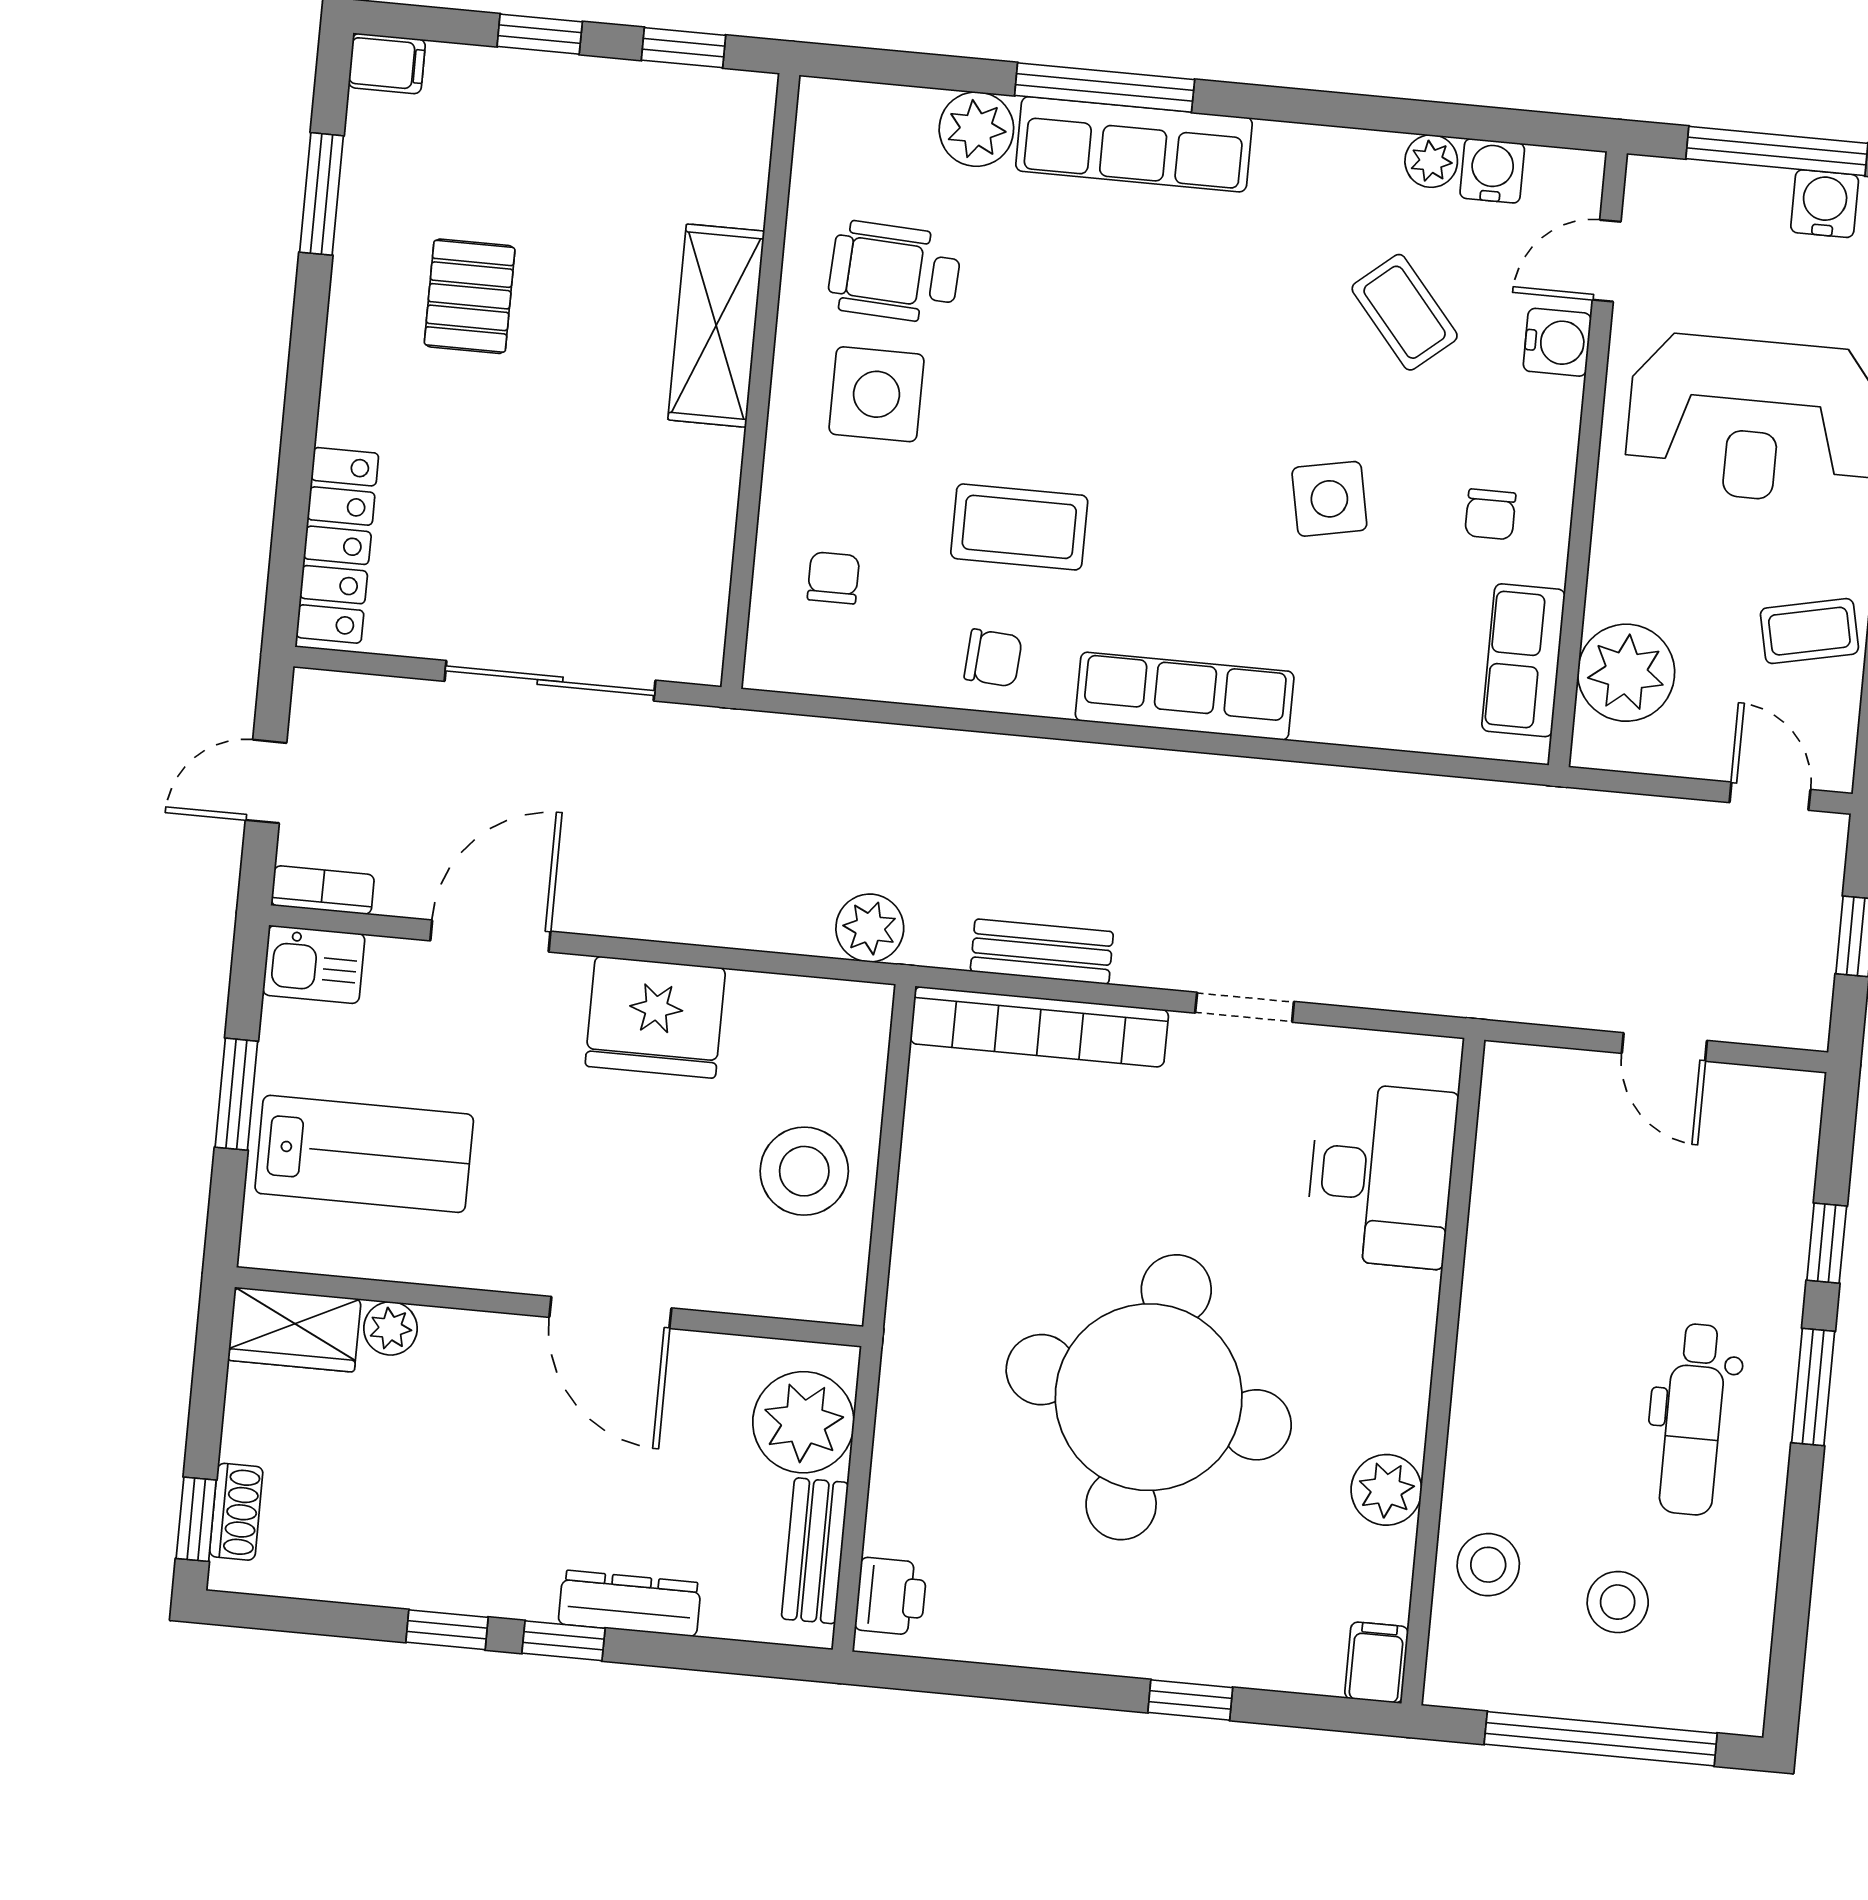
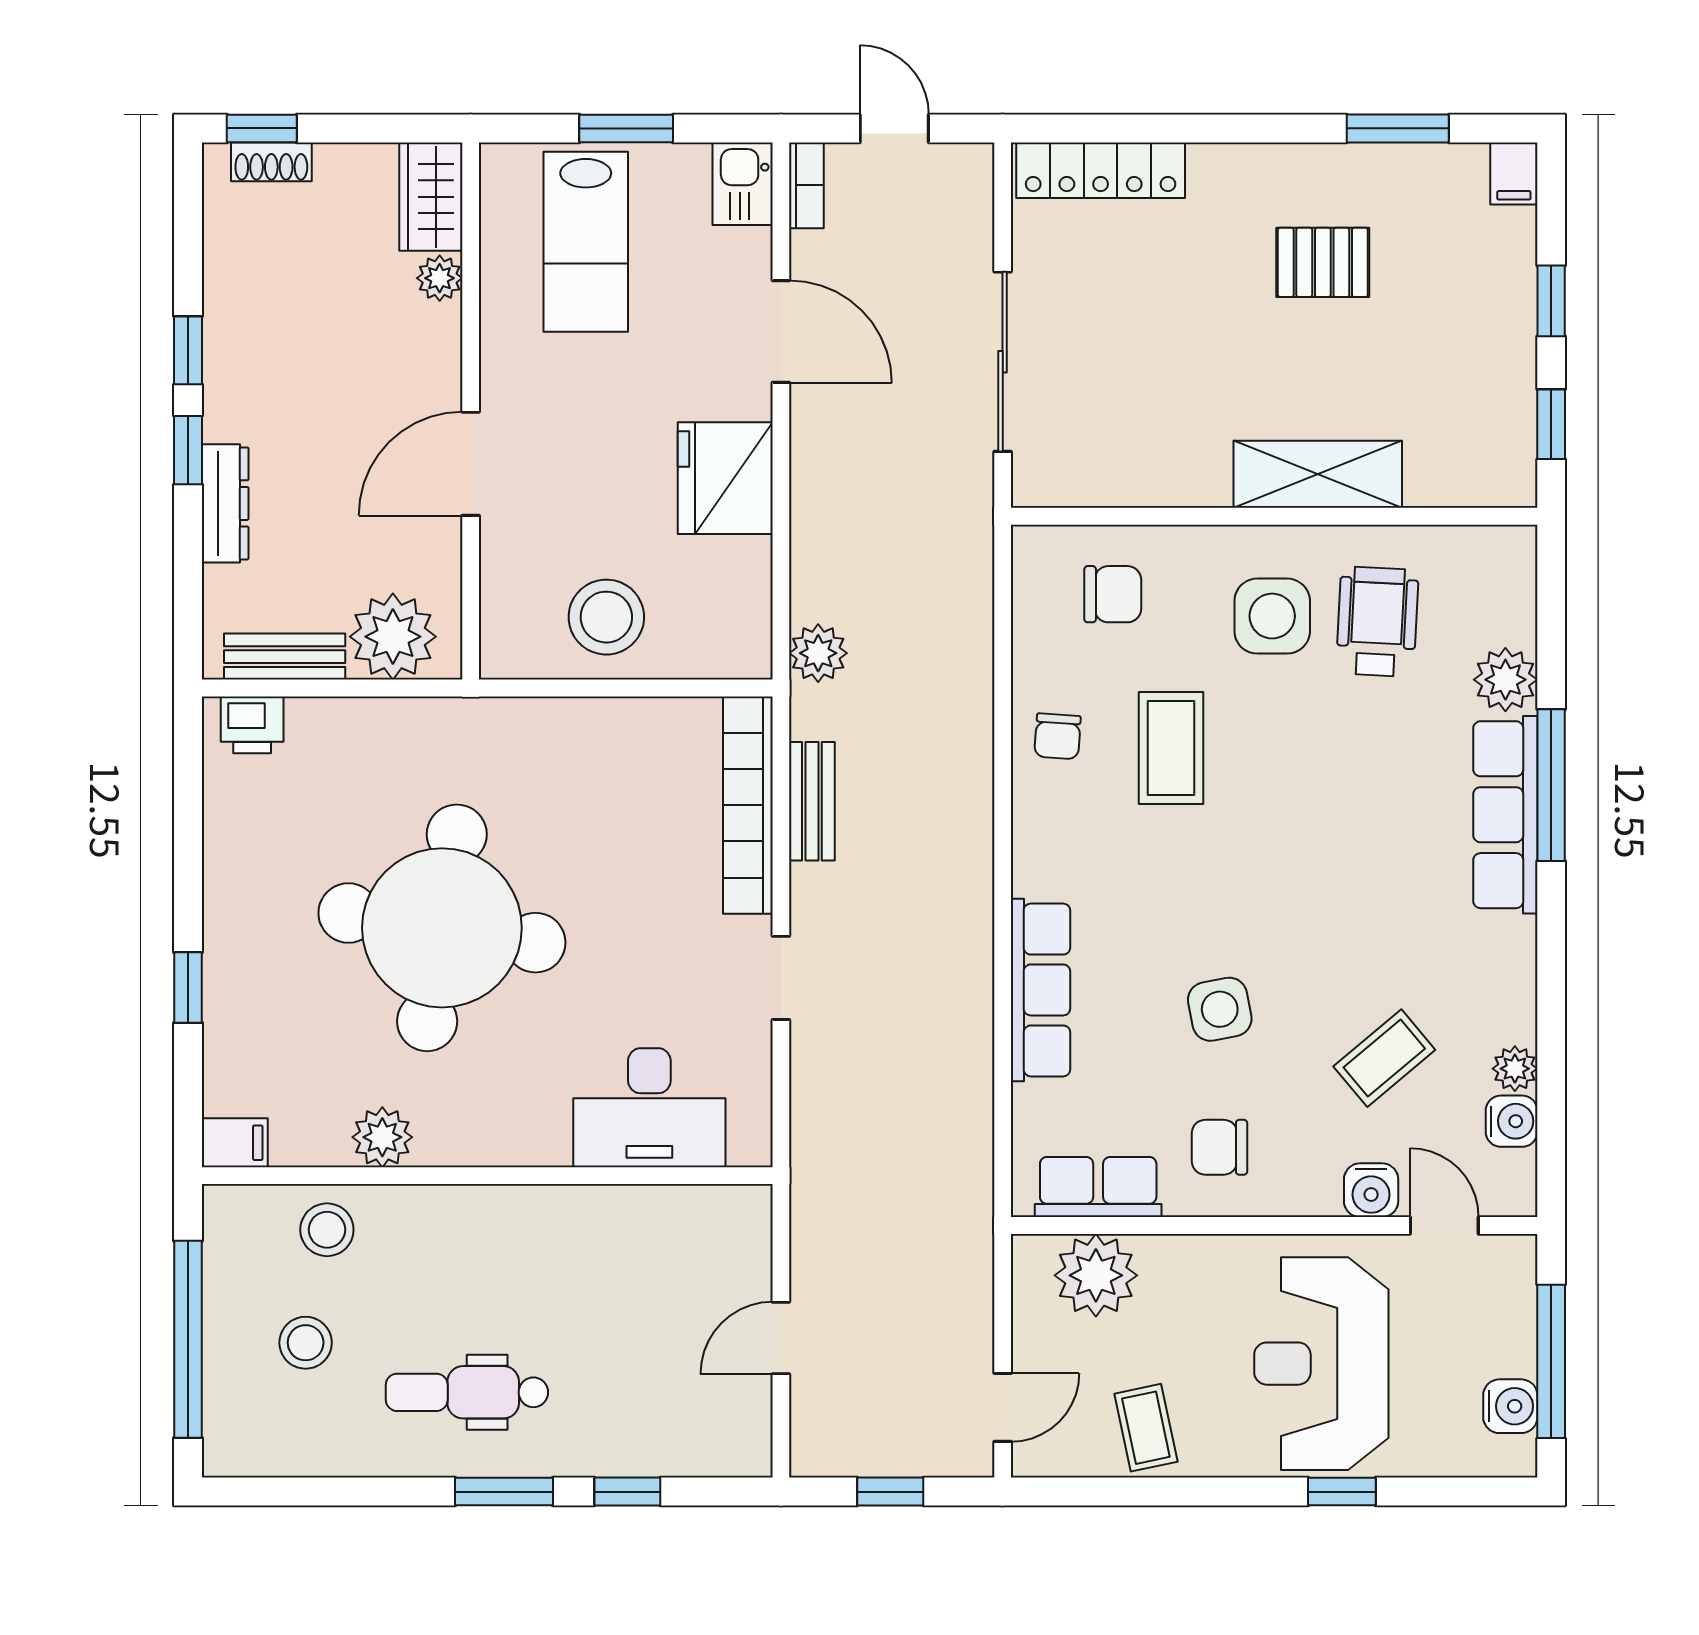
chair: (1490, 514) -> (1219, 1147), width x1.37, depth x1.37
chair: (833, 578) -> (1113, 594), width x1.37, depth x1.37
row of seats: (1185, 696) -> (1040, 990), moved

